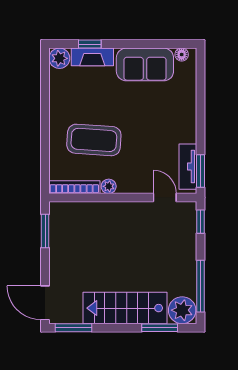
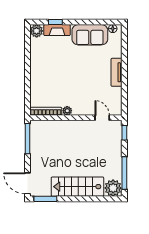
coffee table: (94, 140) -> (58, 82), removed
tv unit: (188, 167) -> (117, 72), moved
window: (200, 171) -> (124, 101), removed
window: (45, 231) -> (28, 139), width x1.44
window: (160, 328) -> (99, 199), removed

